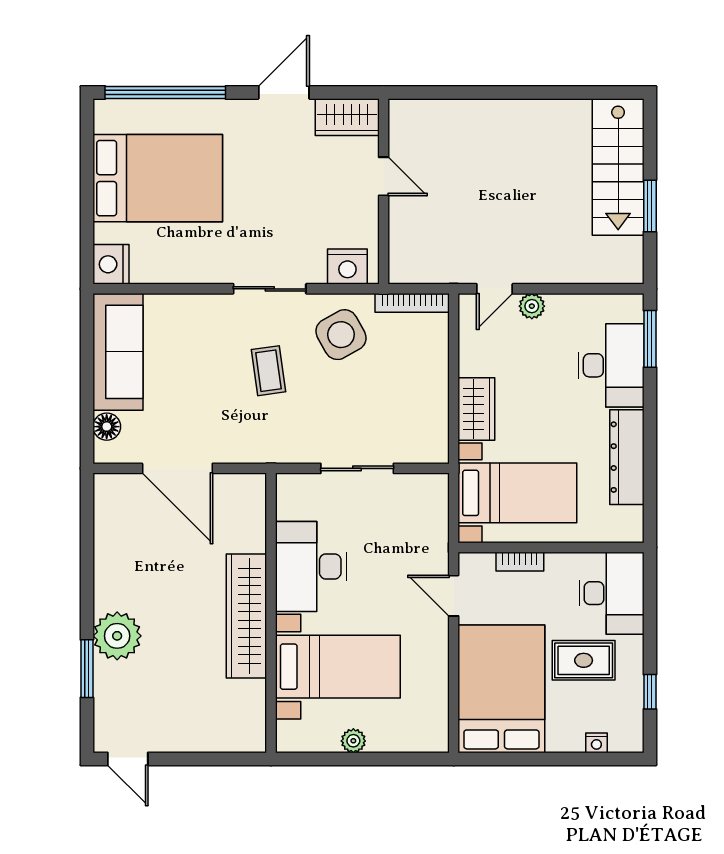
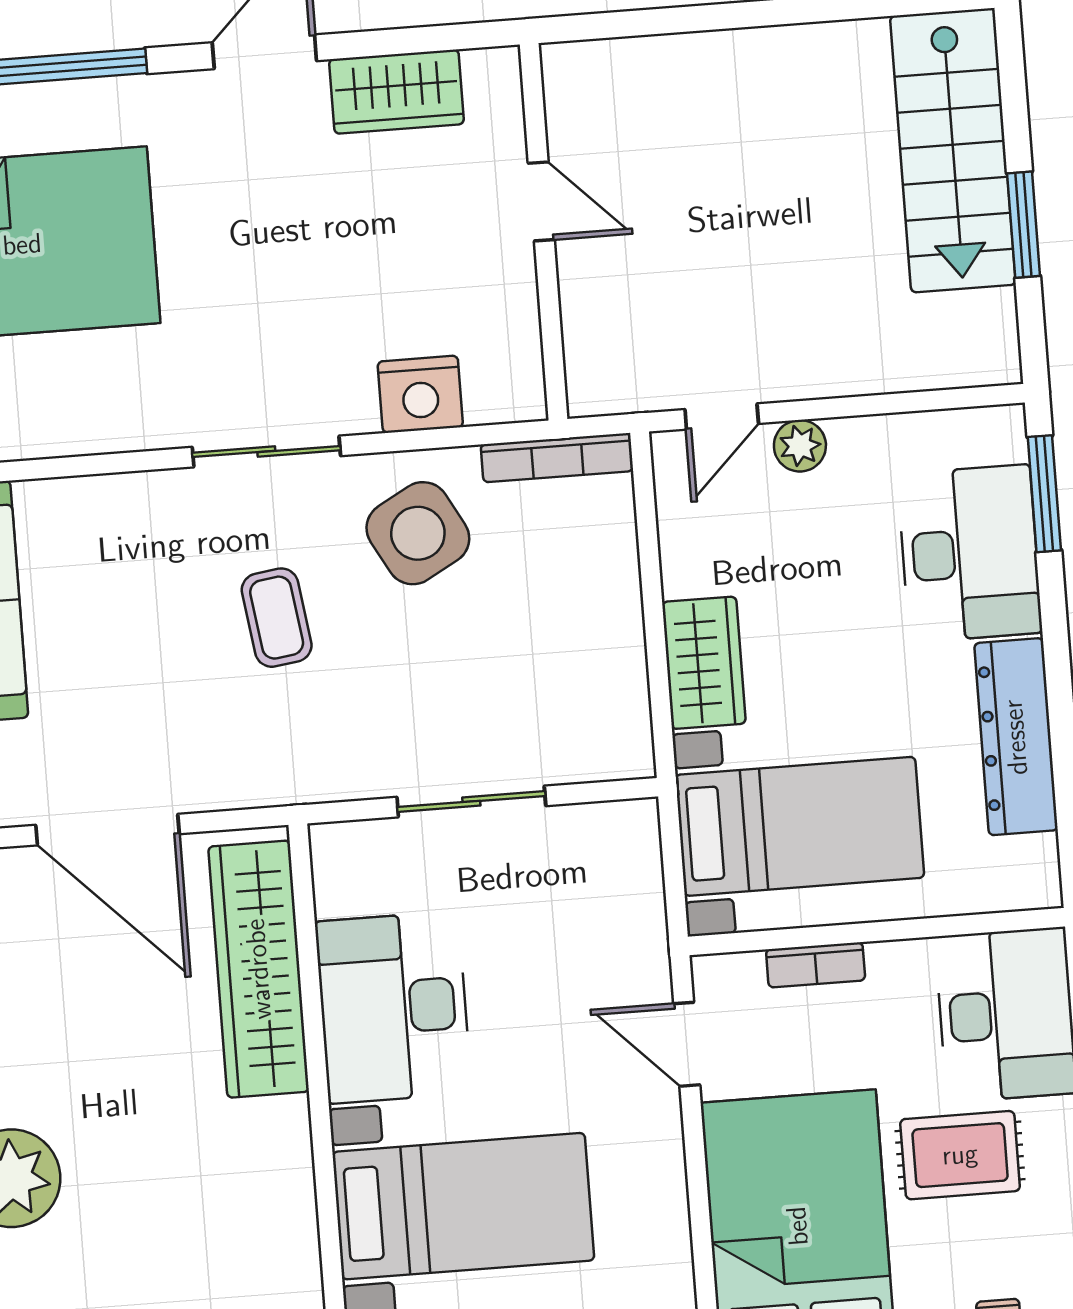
door: (384, 176) -> (541, 201), moved
wall: (384, 191) -> (544, 232), moved
wardrobe: (246, 616) -> (259, 969), moved

